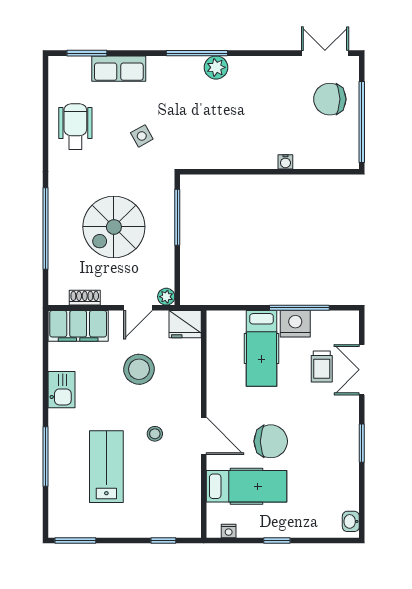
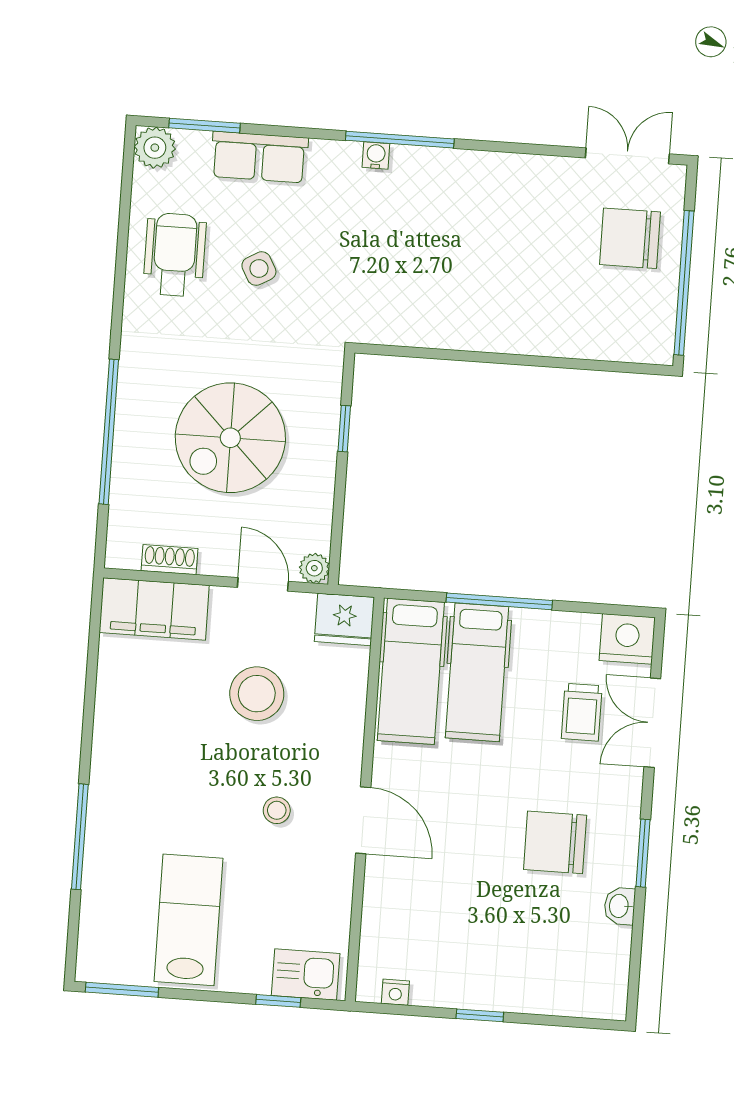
plant: (216, 67) -> (155, 148), moved
side table: (142, 136) -> (259, 269), moved
water cooler: (285, 162) -> (376, 155), moved, turned 180
window: (177, 217) -> (344, 429), width x0.46
door: (138, 308) -> (263, 584), swing flipped
window: (299, 308) -> (499, 601), moved
nightstand: (295, 324) -> (627, 639), moved
kitchen sink: (61, 390) -> (306, 975), moved, turned -90
chair: (271, 441) -> (555, 842), moved, turned 180
lab bench: (106, 467) -> (189, 920), moved
hospital bed: (246, 486) -> (411, 671), moved, turned 90
washbasin: (351, 521) -> (620, 906), moved

